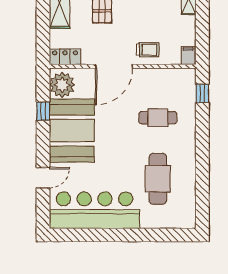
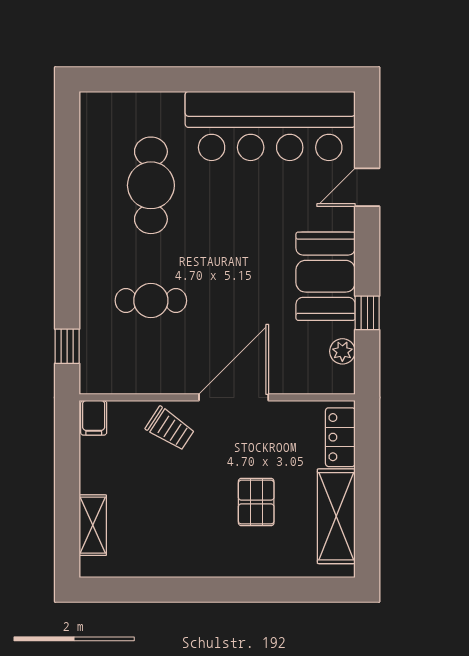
trolley: (148, 50) -> (170, 429), turned -147
locker: (65, 57) -> (340, 437), moved, turned 90
plant: (62, 85) -> (342, 351), width x0.53, depth x0.53
booth: (72, 131) -> (326, 276), width x0.73, depth x0.70

